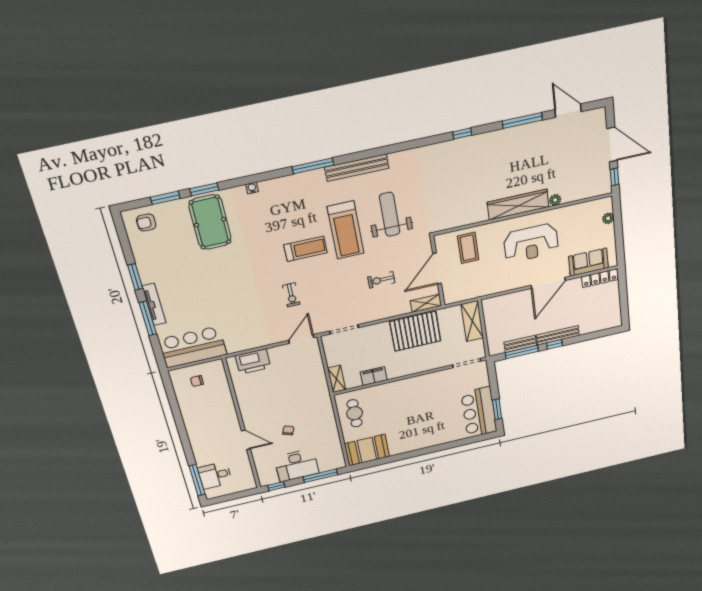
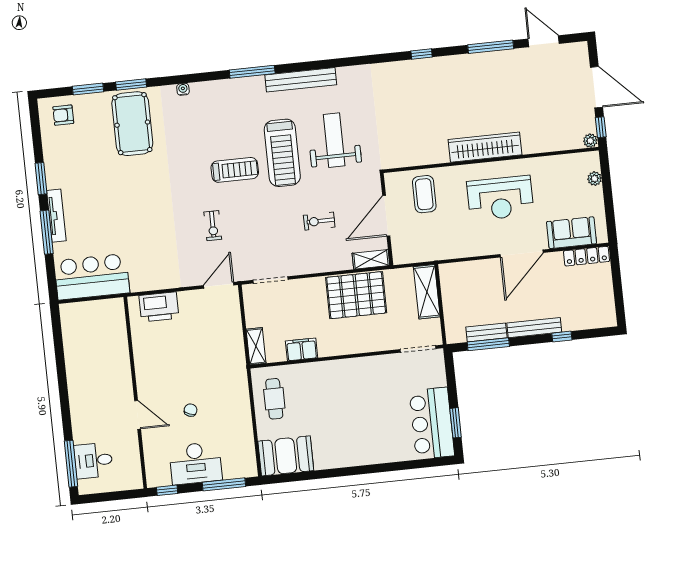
plant: (555, 200) -> (590, 141), moved
window: (554, 344) -> (562, 337), moved
chair: (197, 381) -> (90, 323), removed

